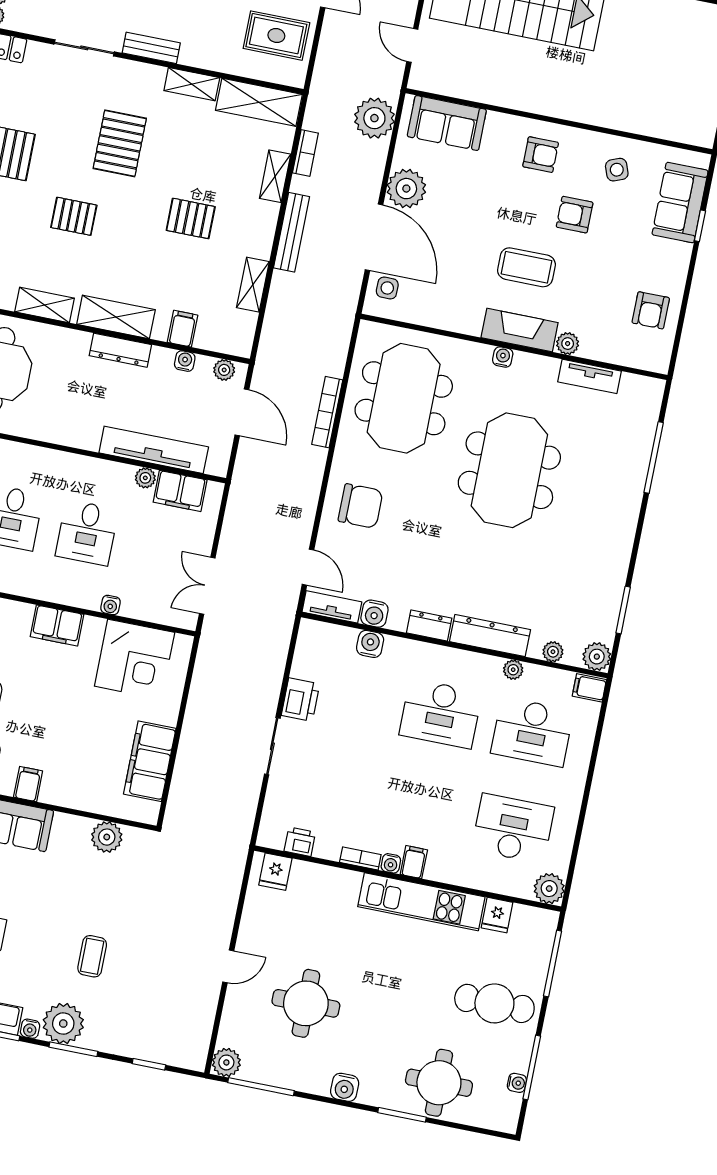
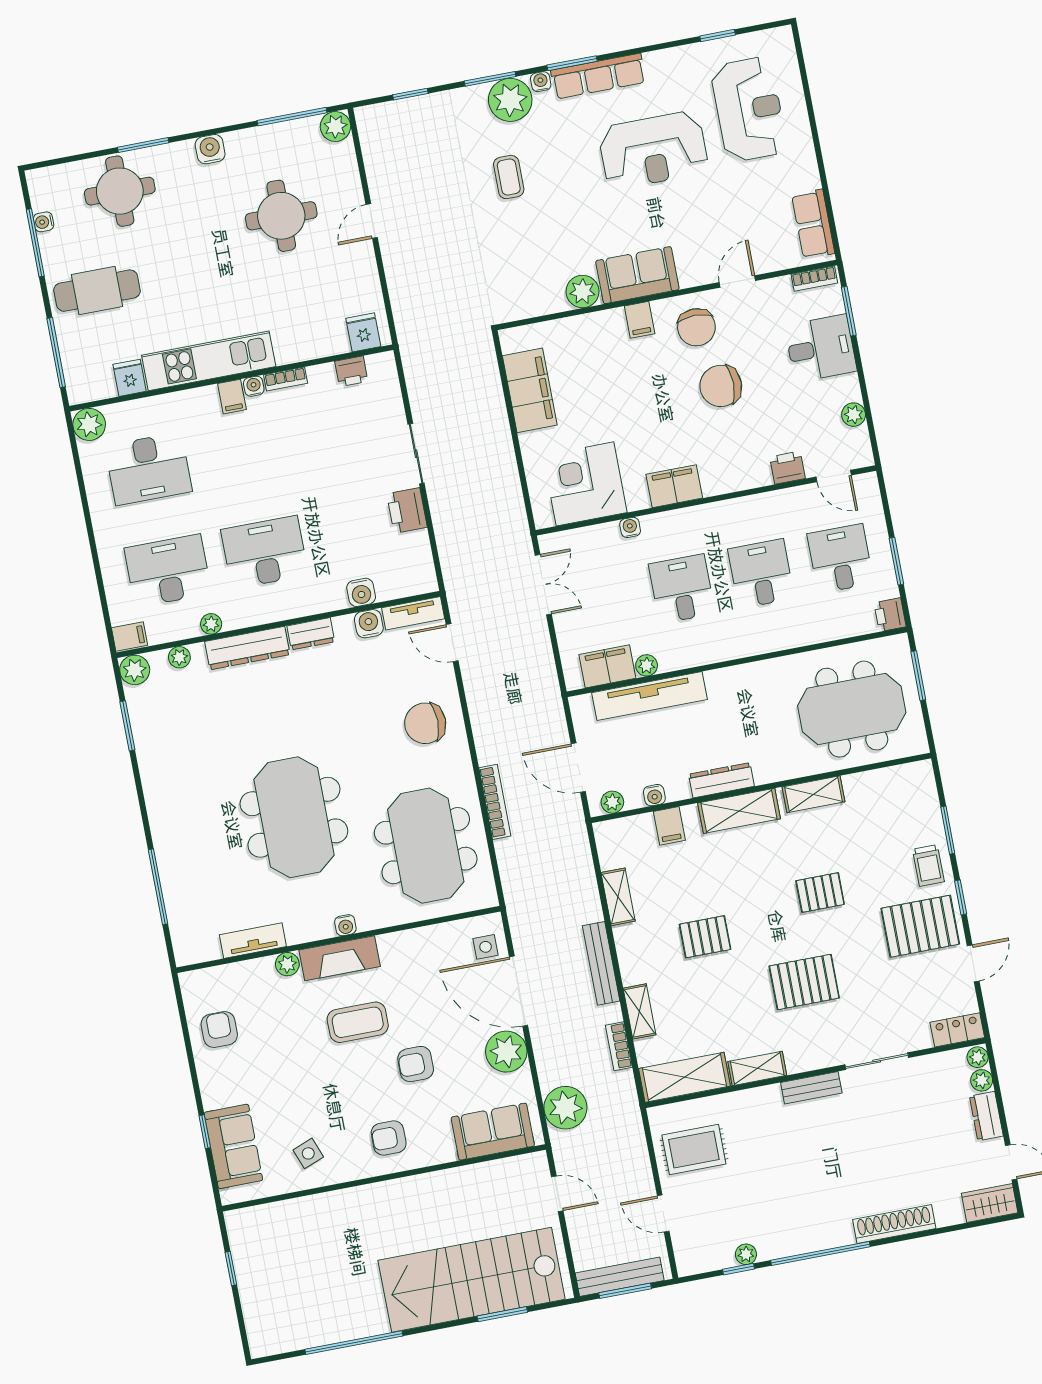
pallet: (120, 143) -> (804, 982), turned 90
armchair: (575, 215) -> (416, 1064), moved, turned 180
plant: (107, 837) -> (583, 292), moved

